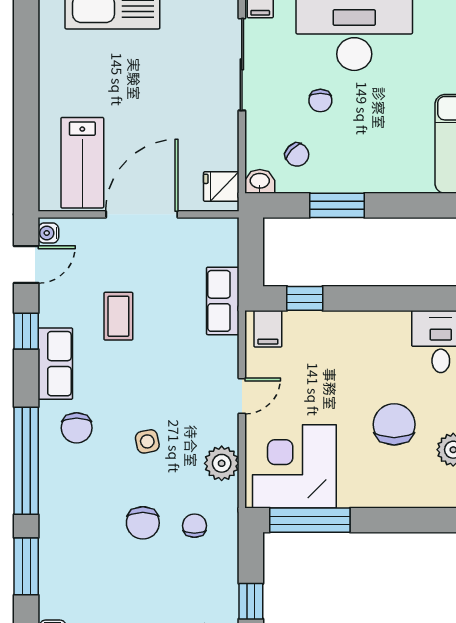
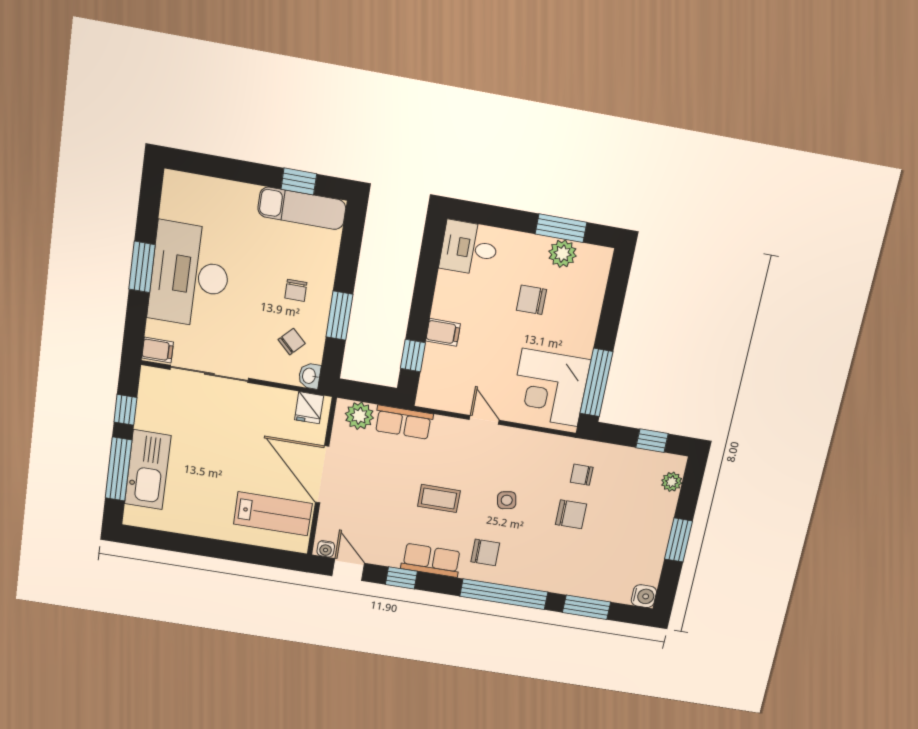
chair: (320, 101) -> (296, 290), moved, turned 90
coffee table: (118, 316) -> (439, 498), moved
filing cabinet: (268, 329) -> (443, 332), moved
chair: (394, 424) -> (532, 300), width x0.73, depth x0.73
plant: (222, 463) -> (359, 416), moved

